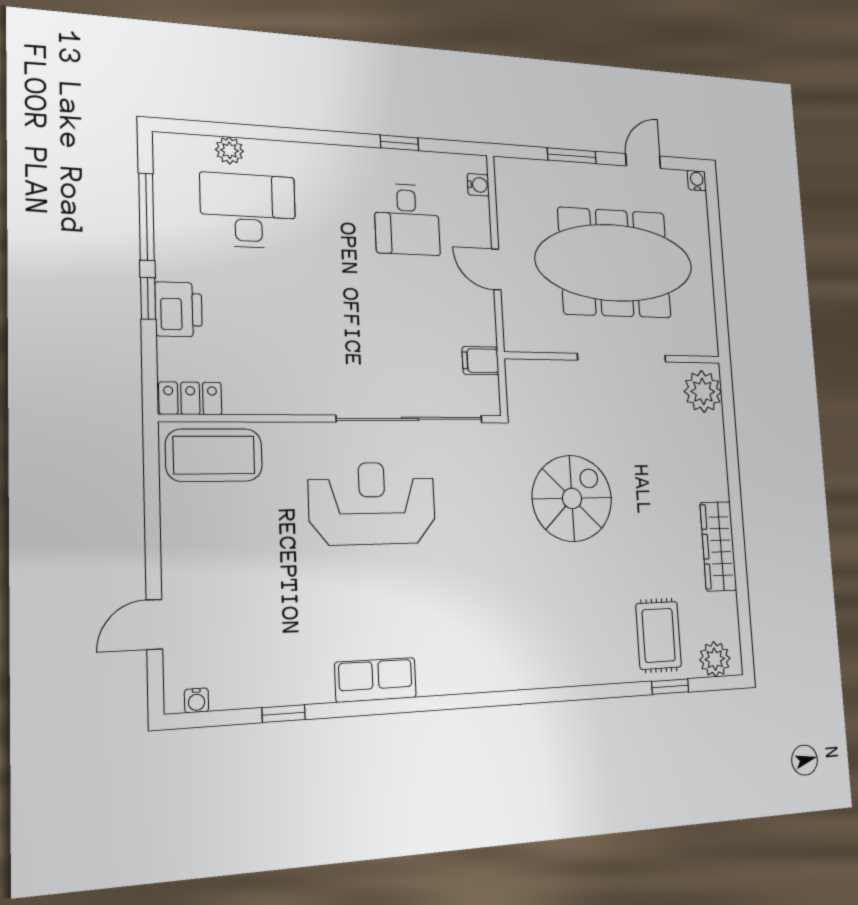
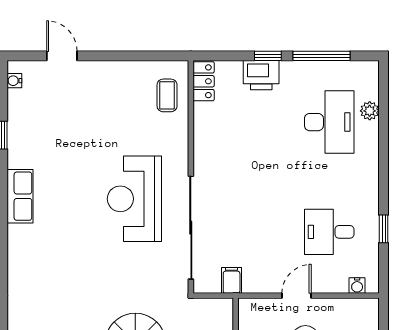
coffee table: (214, 455) -> (167, 95), width x0.54, depth x0.58
reception desk: (372, 503) -> (134, 199), turned 180

